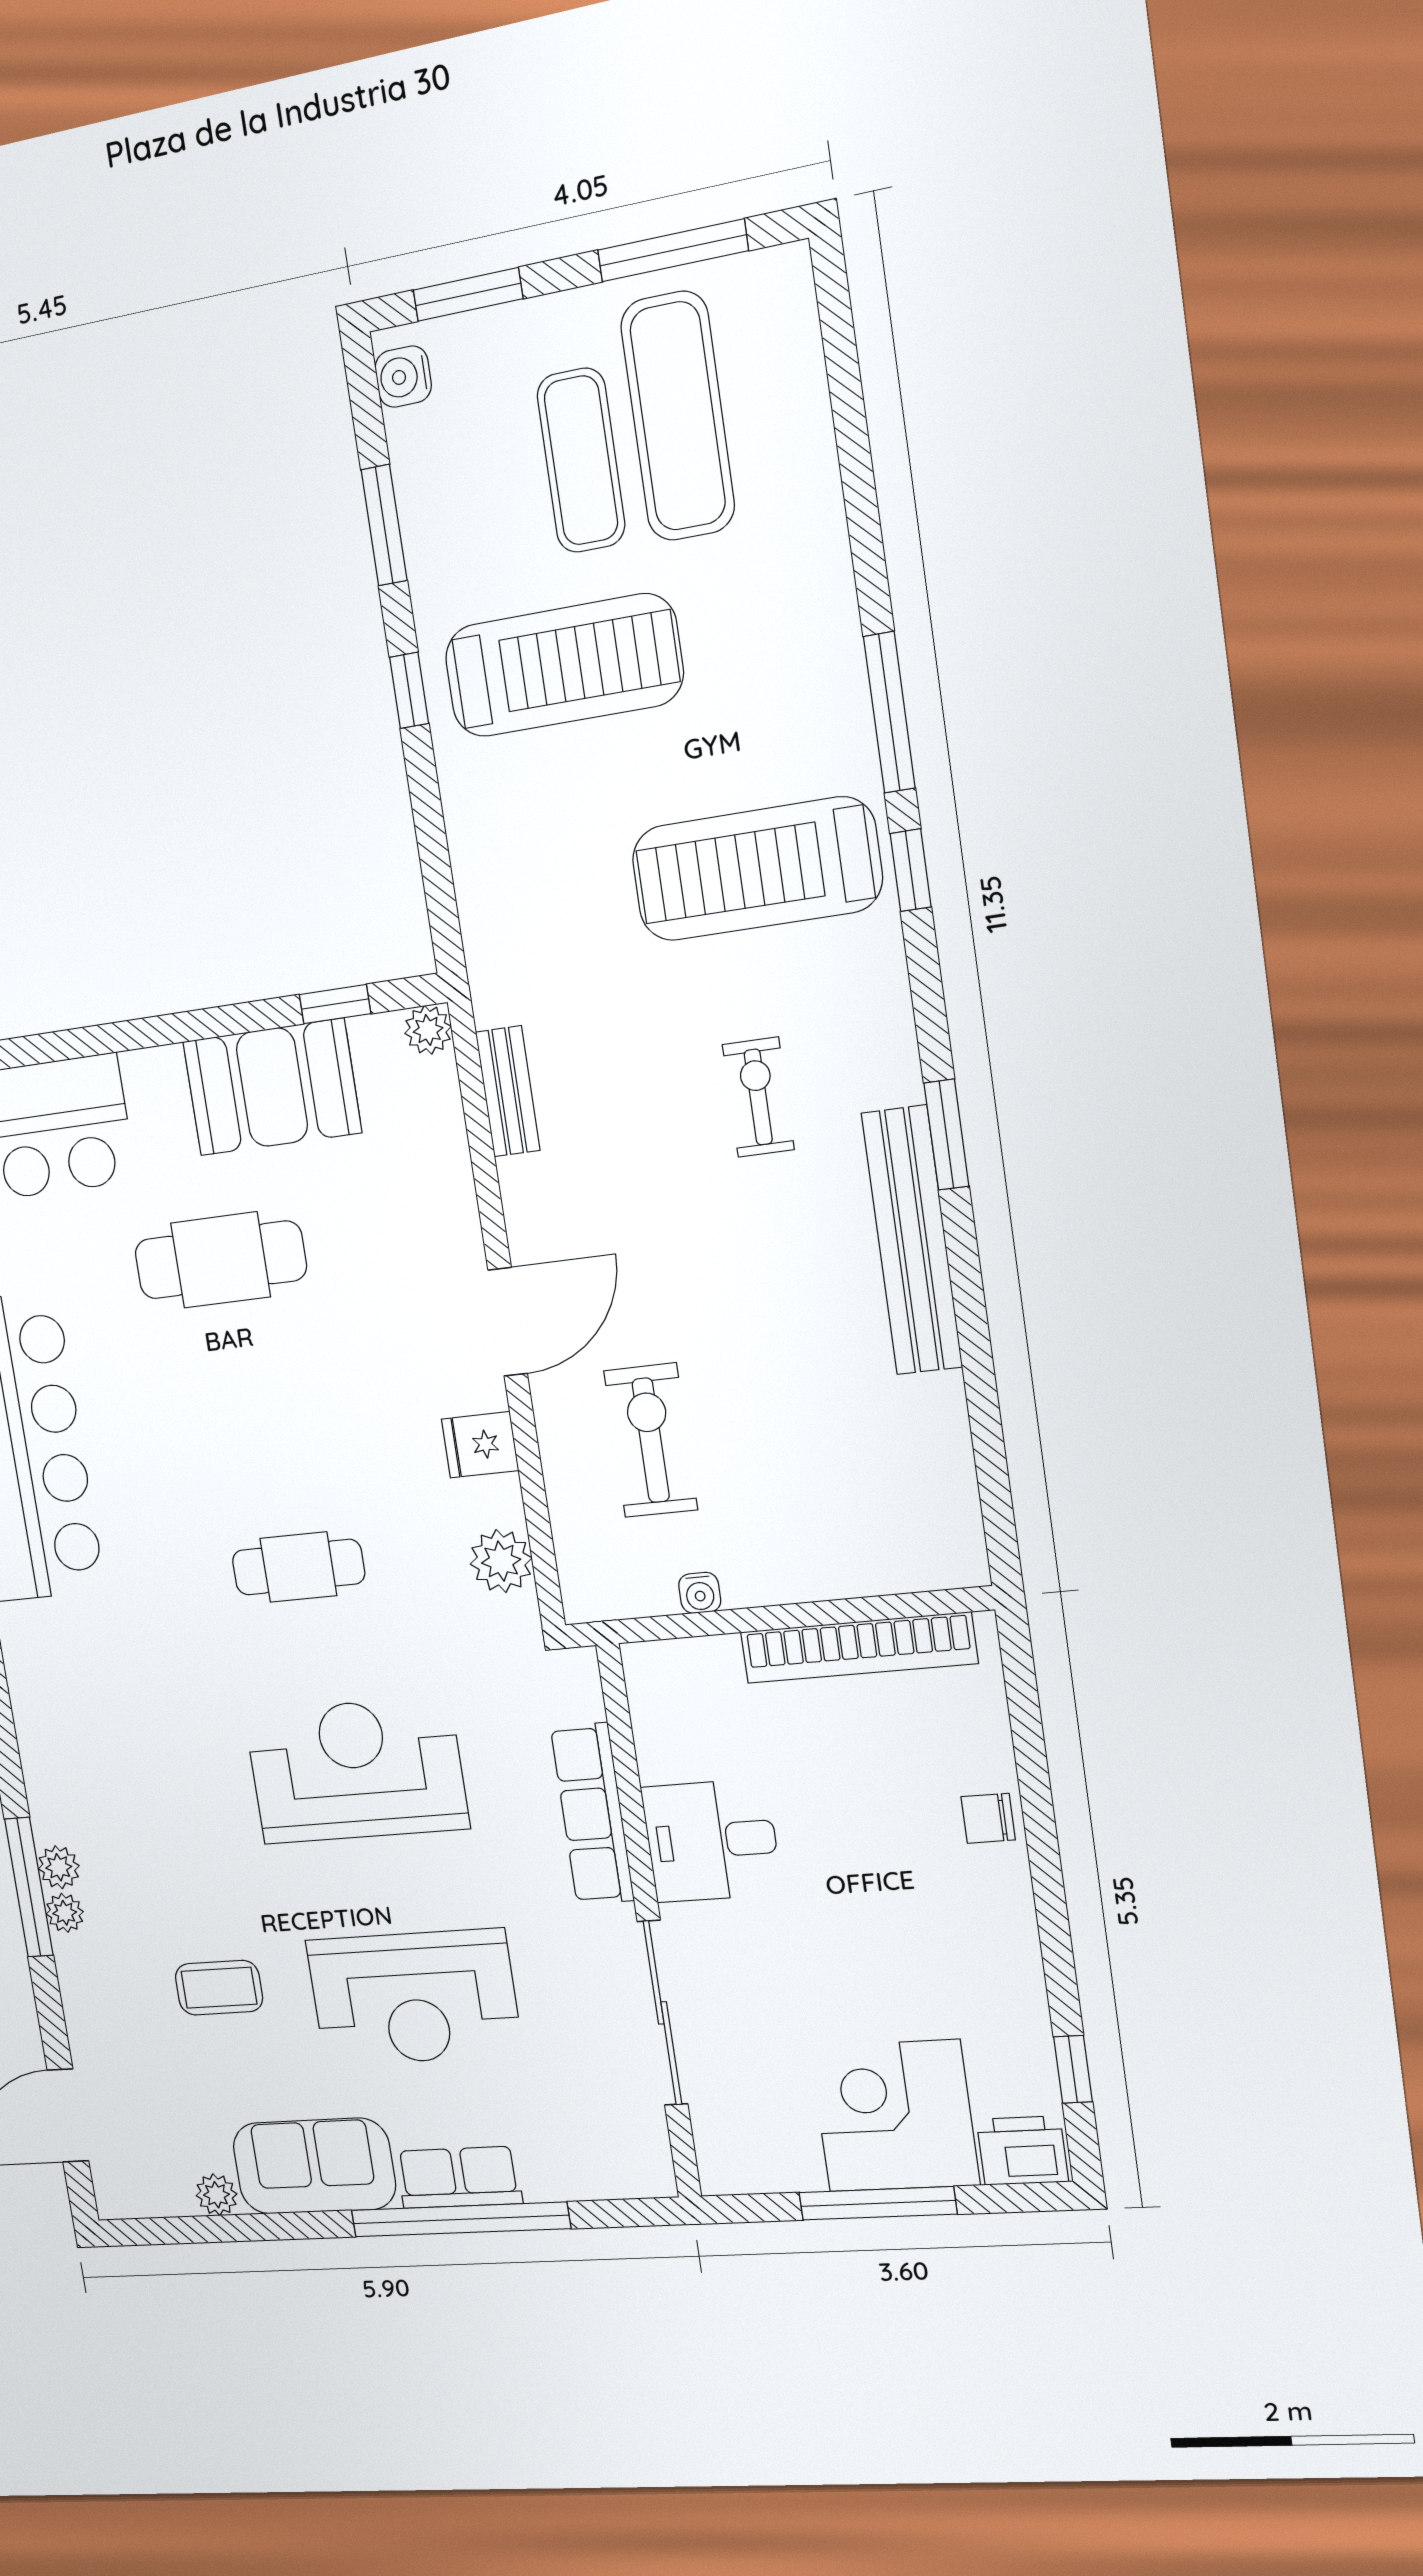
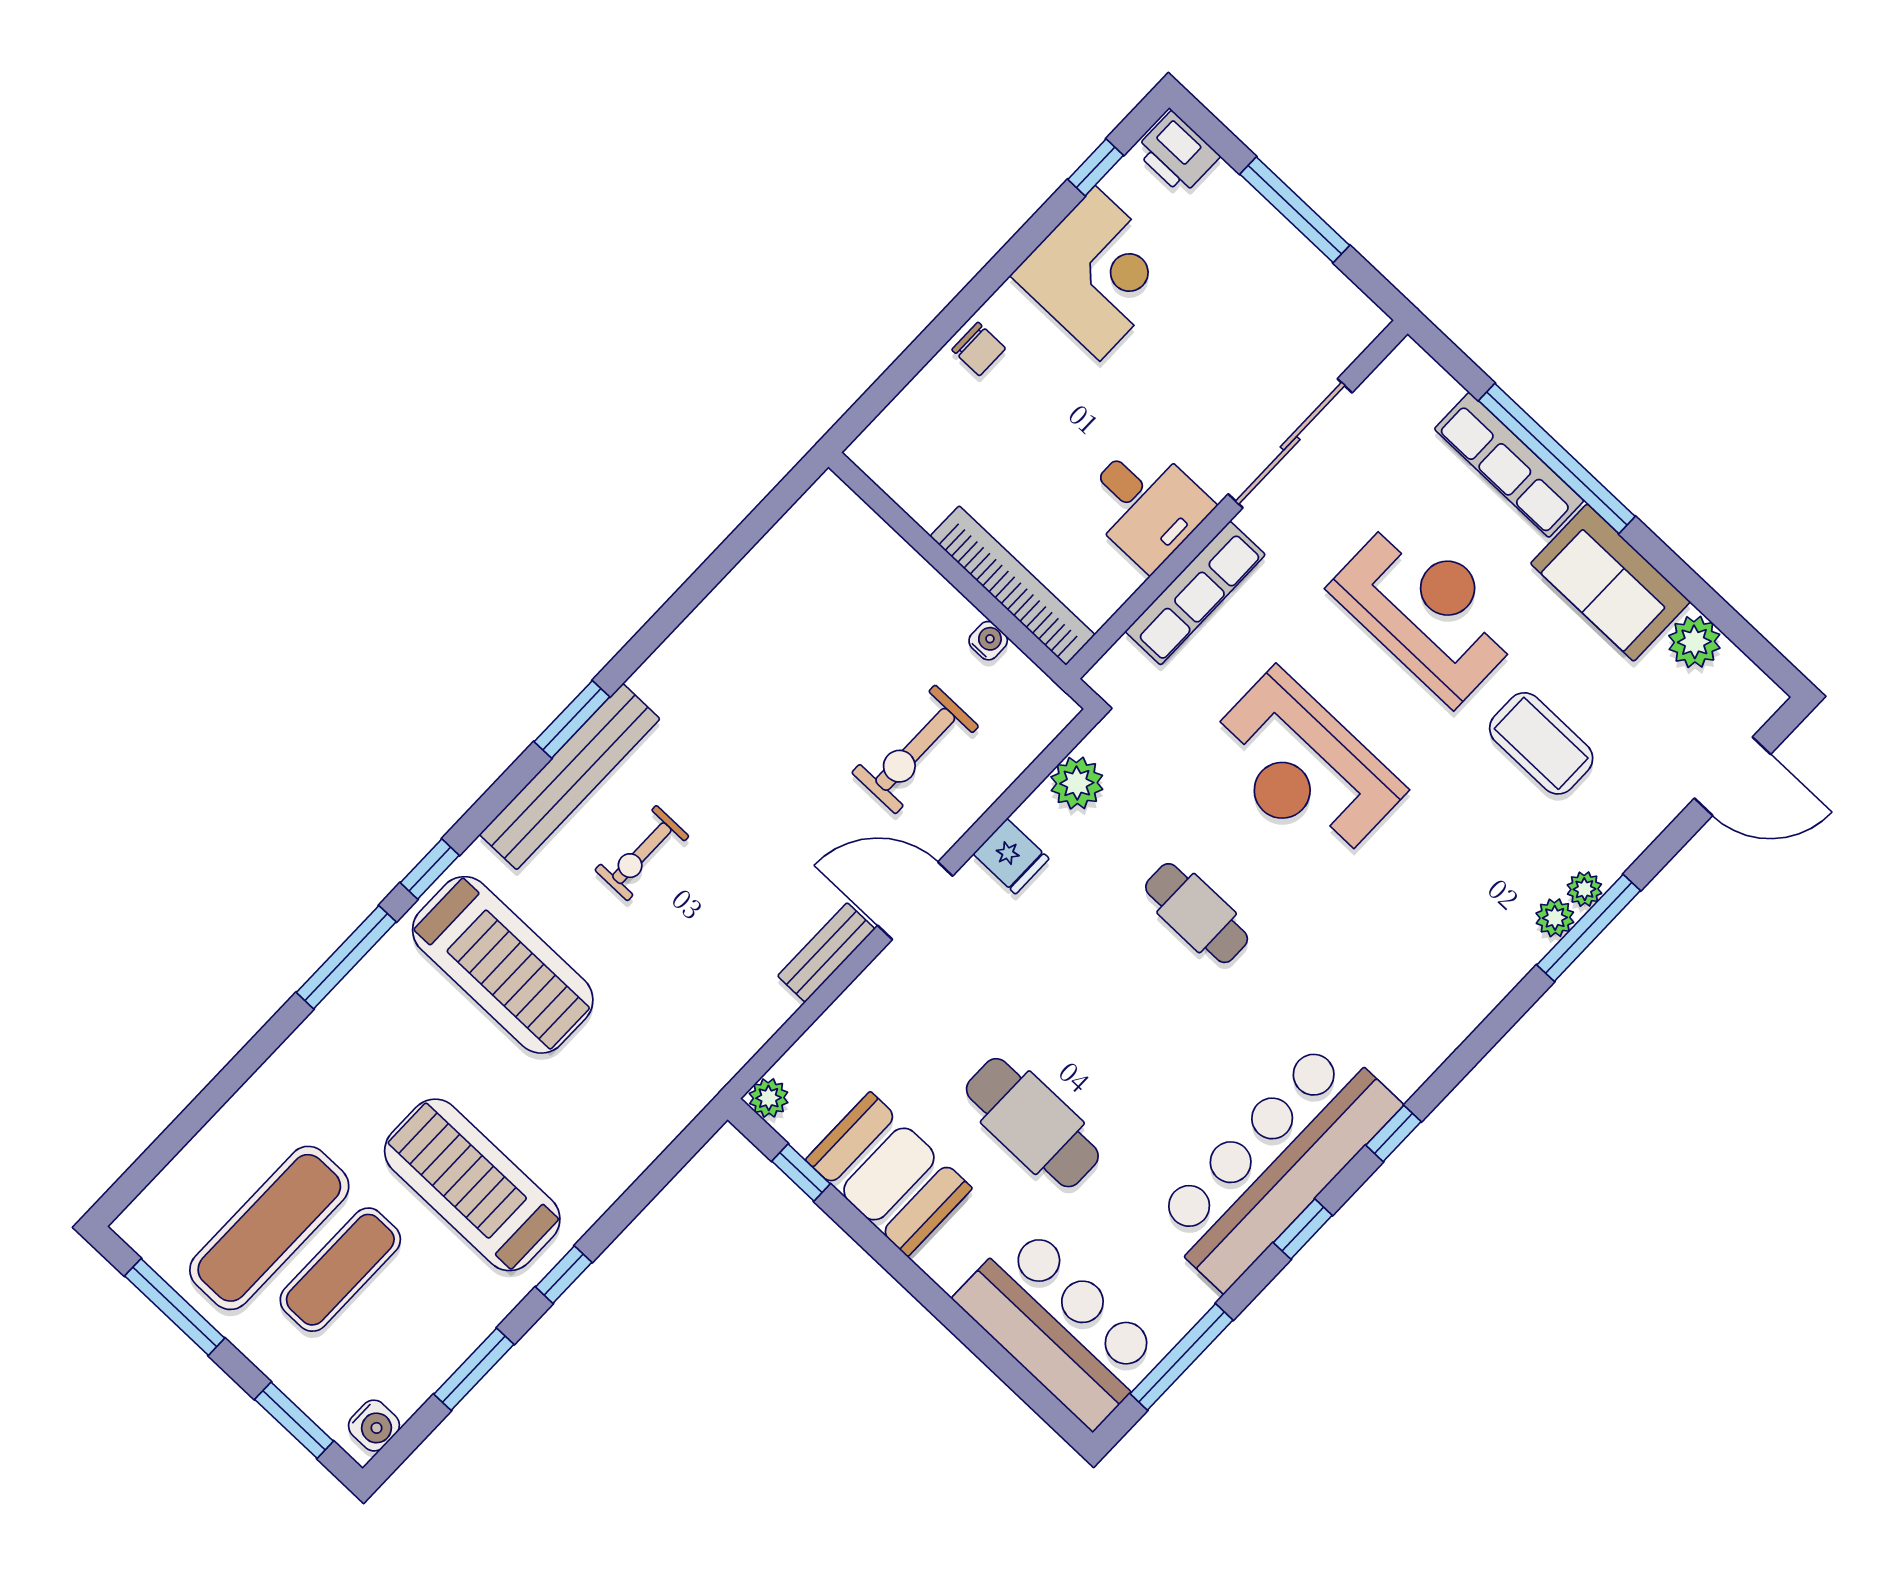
bench: (508, 1091) -> (826, 952), moved
bench: (912, 1240) -> (570, 777), moved
bookcase: (859, 1648) -> (1013, 586), moved
coffee table: (219, 1988) -> (1541, 743), width x1.36, depth x1.30
corner desk: (894, 2116) -> (1098, 273), moved, turned -90
row of seats: (459, 2177) -> (1509, 465), width x1.48
plant: (216, 2195) -> (1694, 642), width x1.38, depth x1.38

